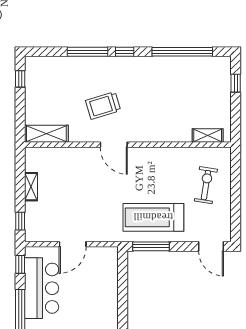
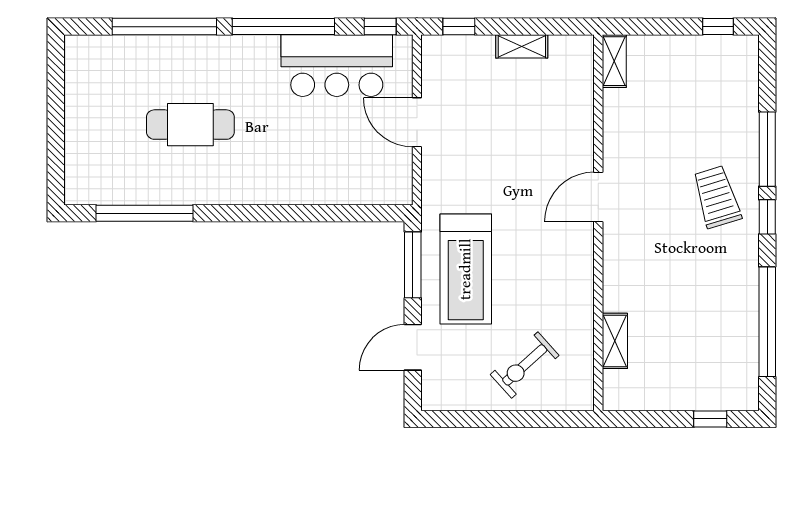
trolley: (103, 105) -> (717, 197), moved
shelving: (46, 134) -> (614, 61), width x0.67, depth x0.75
shelving: (208, 136) -> (615, 341), moved
exercise bike: (206, 185) -> (525, 365), turned 129
treadmill: (153, 217) -> (466, 269), turned 180
door: (211, 246) -> (413, 347), moved

